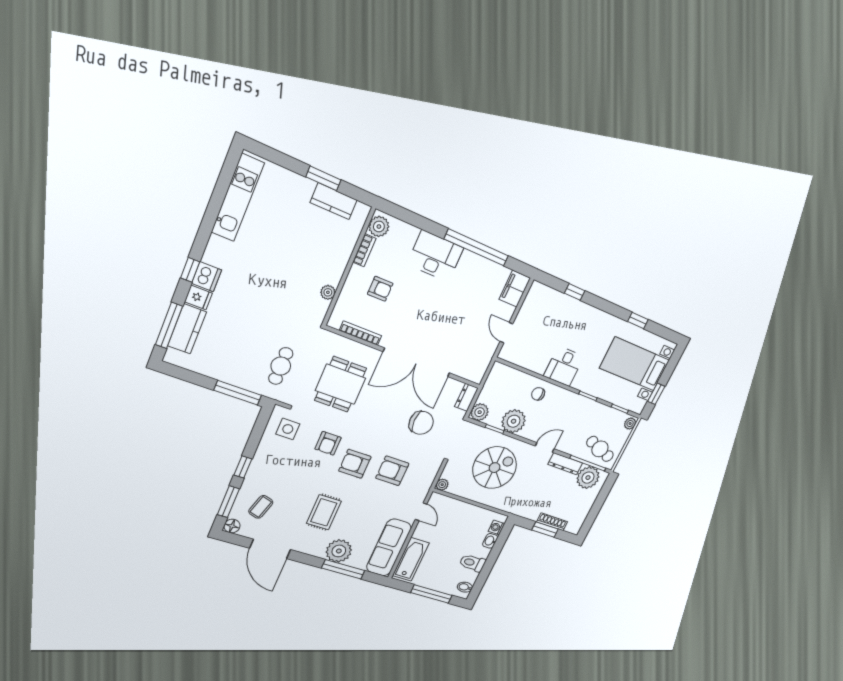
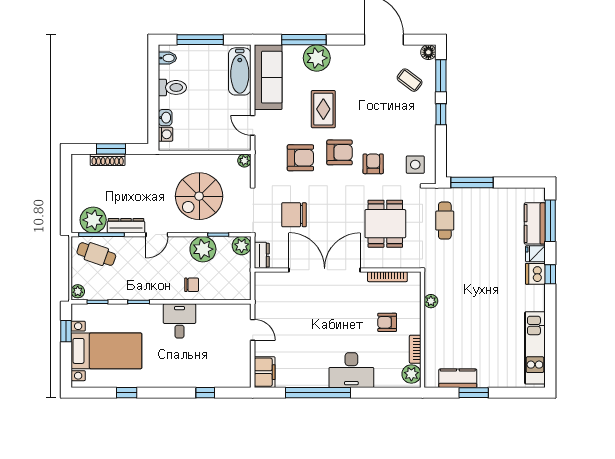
coffee table: (261, 507) -> (410, 80), turned -70
rug: (324, 512) -> (323, 109), moved

